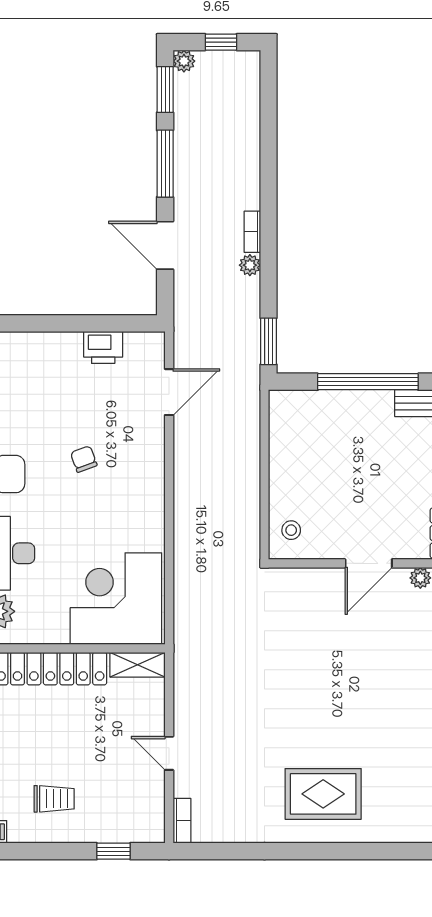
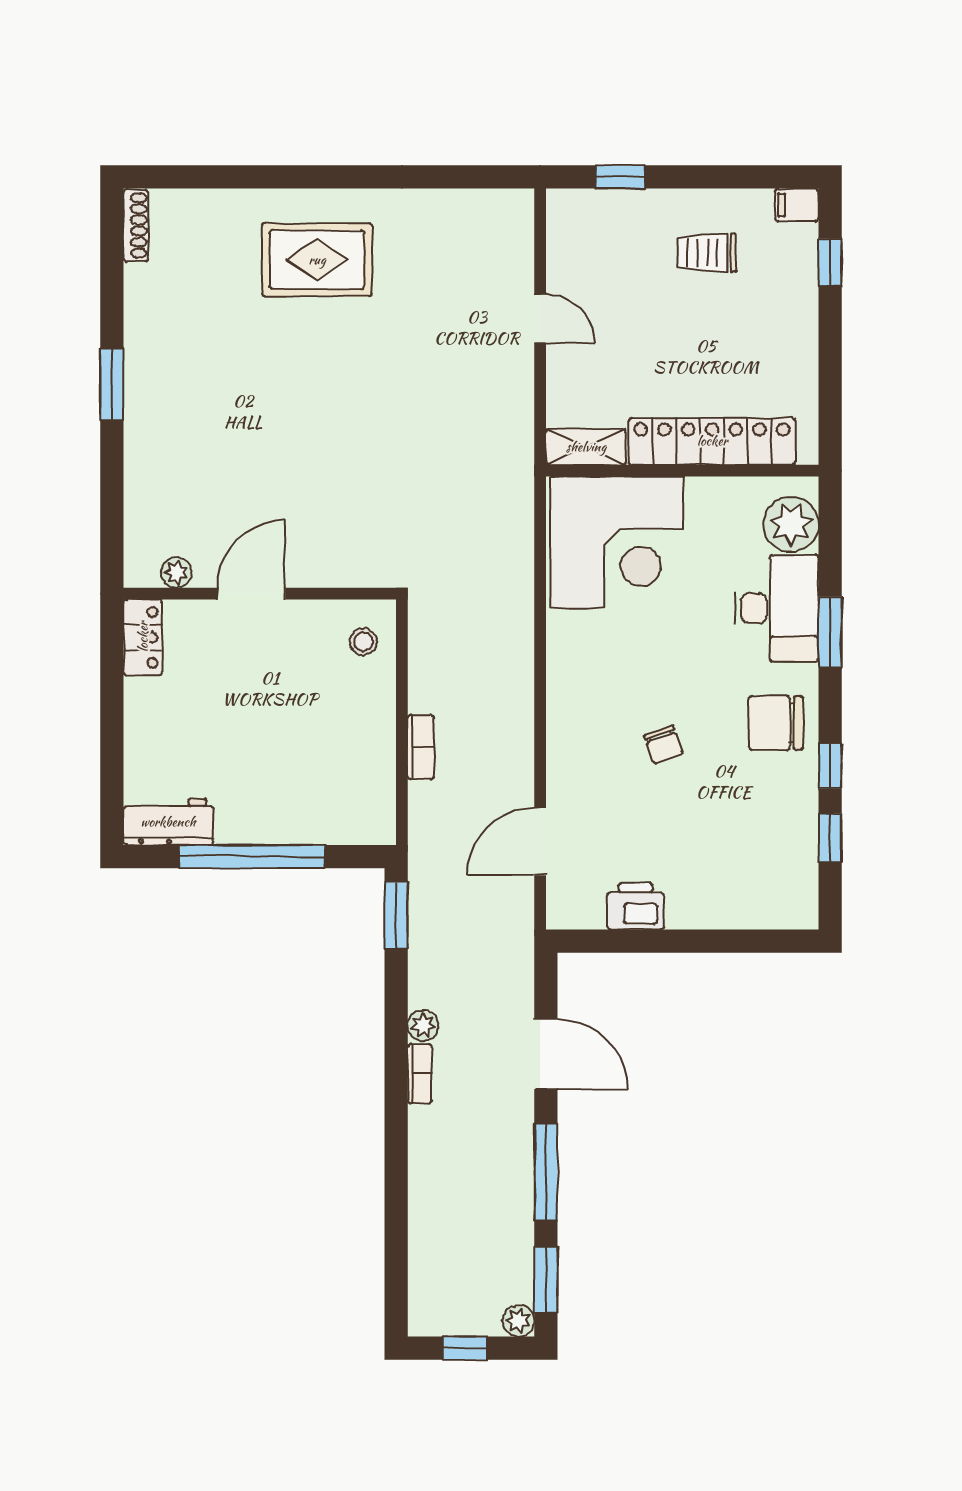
bookcase: (182, 821) -> (421, 747), moved, turned 180

